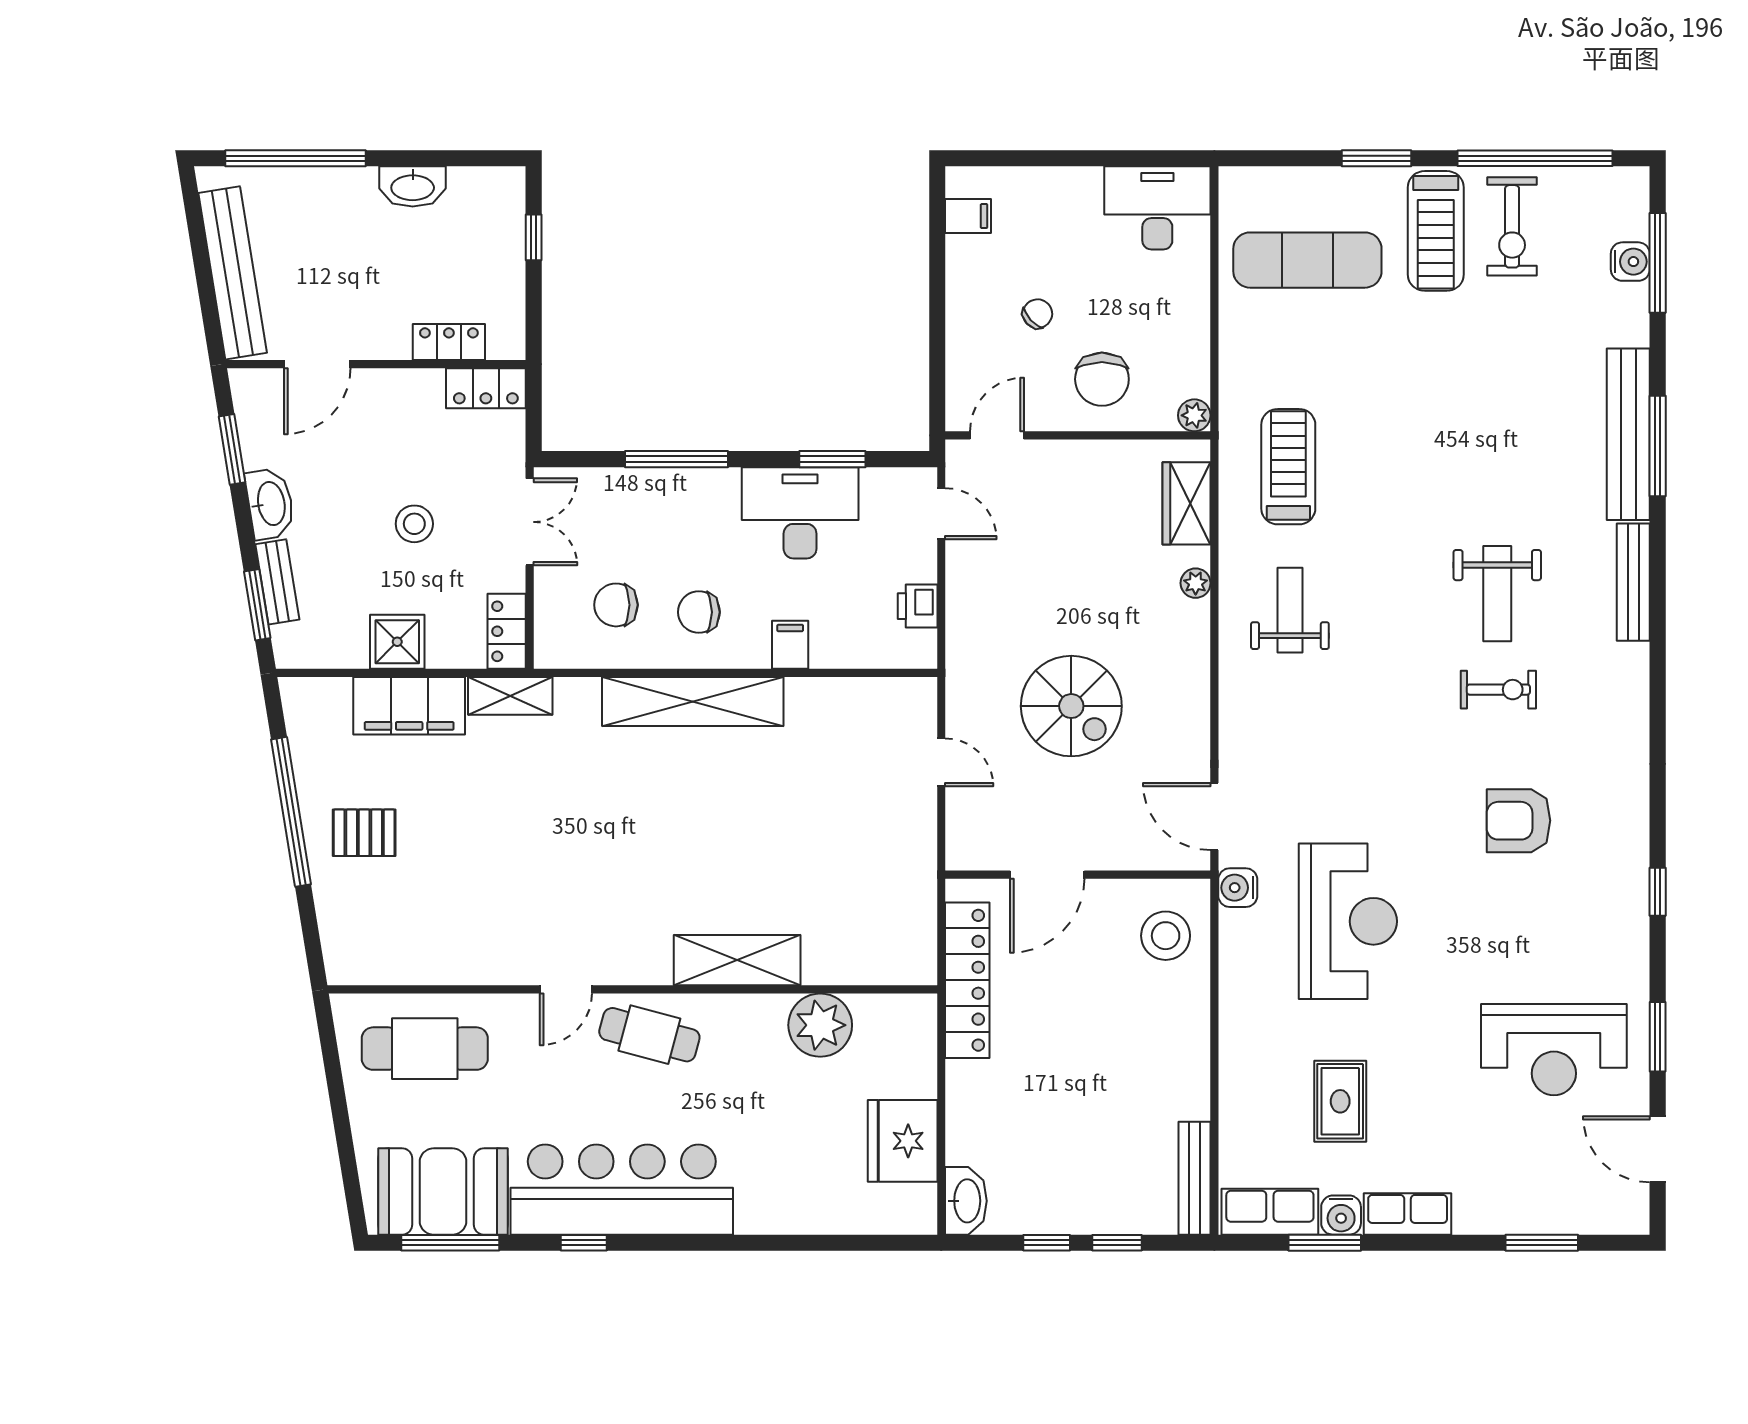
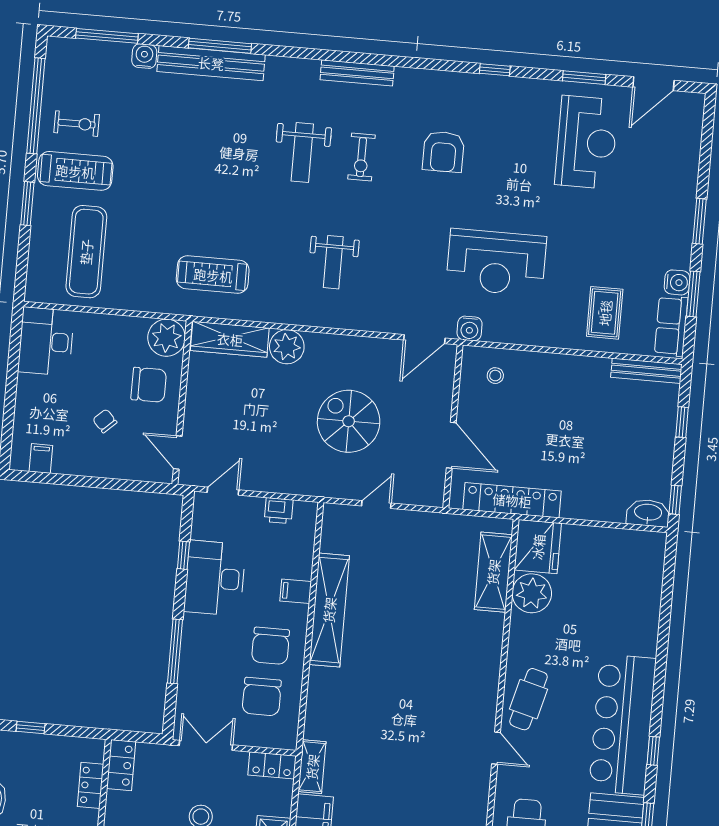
exercise bike: (1512, 226) -> (77, 124), width x0.73, depth x0.72
water cooler: (1630, 262) -> (144, 56), moved
plant: (1194, 415) -> (167, 338), width x1.87, depth x1.87
window: (832, 459) -> (183, 555), width x0.67
wardrobe: (1186, 503) -> (230, 339), width x1.50
bench: (1633, 582) -> (357, 73), moved
plant: (1196, 583) -> (287, 347), width x1.88, depth x1.88
weight bench: (1497, 594) -> (302, 153), turned 90
chair: (616, 605) -> (262, 697), width x1.37, depth x1.37
weight bench: (1290, 610) -> (333, 262), moved, turned -90
chair: (699, 612) -> (271, 646), width x1.37, depth x1.37
exercise bike: (1498, 690) -> (361, 157), turned 180
shelving: (693, 701) -> (329, 610), moved
spiral stairs: (1071, 706) -> (349, 421), turned -90
reception desk: (1348, 921) -> (496, 262), turned 180
stool: (1166, 936) -> (495, 376), width x0.53, depth x0.53
shelving: (737, 960) -> (493, 572), moved
rug: (1340, 1101) -> (605, 313), moved, turned 90
fridge: (903, 1141) -> (538, 547), moved, turned -90
row of seats: (1408, 1214) -> (680, 241), removed
window: (1047, 1243) -> (675, 500), moved
window: (1542, 1243) -> (700, 221), moved

